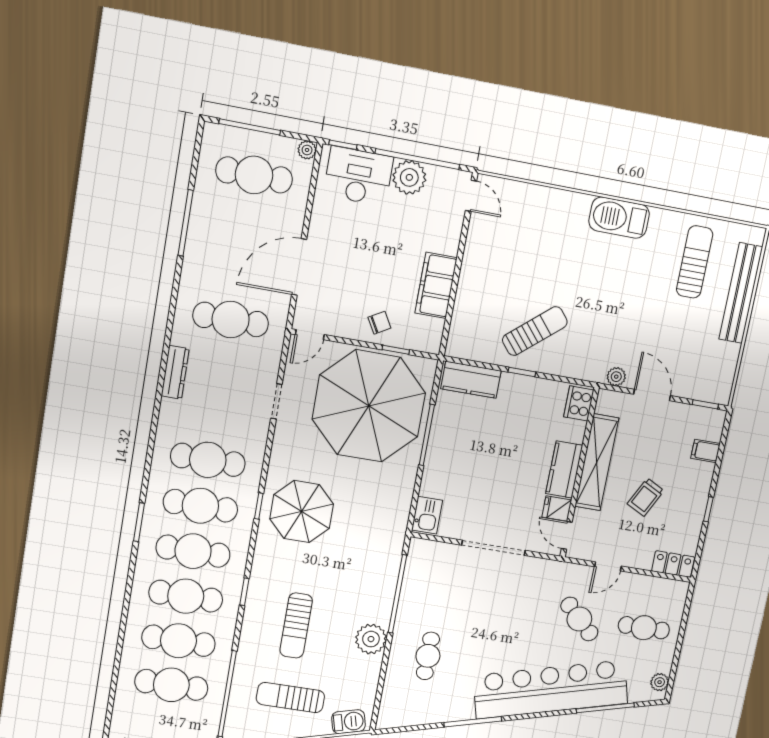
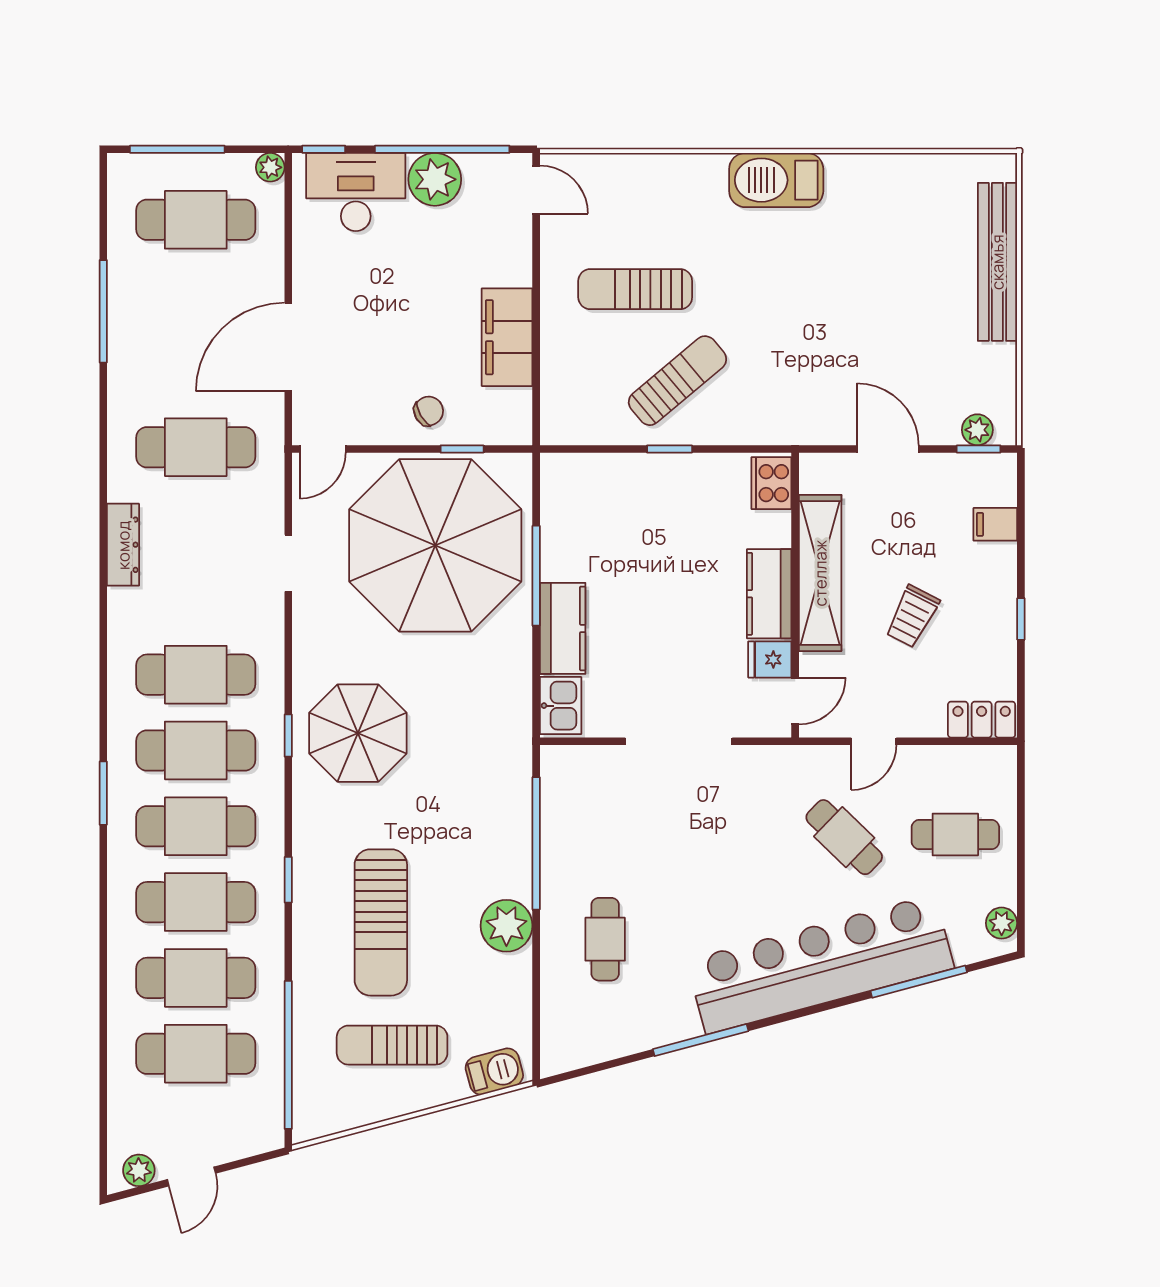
sun lounger: (695, 262) -> (635, 289), moved, turned -90
plant: (616, 377) -> (977, 430), moved
kitchen counter: (471, 380) -> (563, 628), moved, turned -90
door: (567, 535) -> (795, 701), swing flipped
sun lounger: (296, 625) -> (381, 922), width x1.36, depth x1.34

